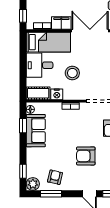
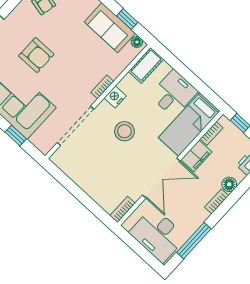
stool: (72, 73) -> (124, 131), moved
nightstand: (57, 94) -> (115, 97), moved
armchair: (86, 156) -> (36, 55), turned 90

